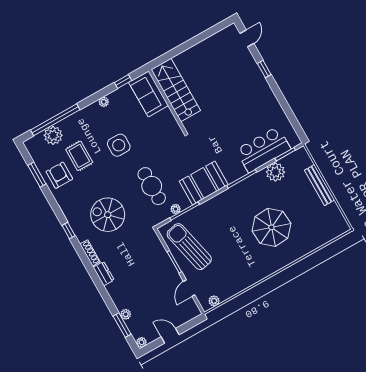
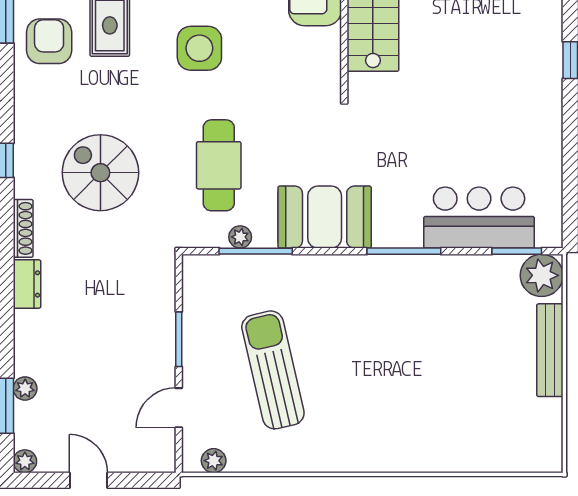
plant: (275, 172) -> (542, 275), moved
parasol: (271, 227) -> (408, 380), removed
sun lounger: (189, 247) -> (273, 370), moved

